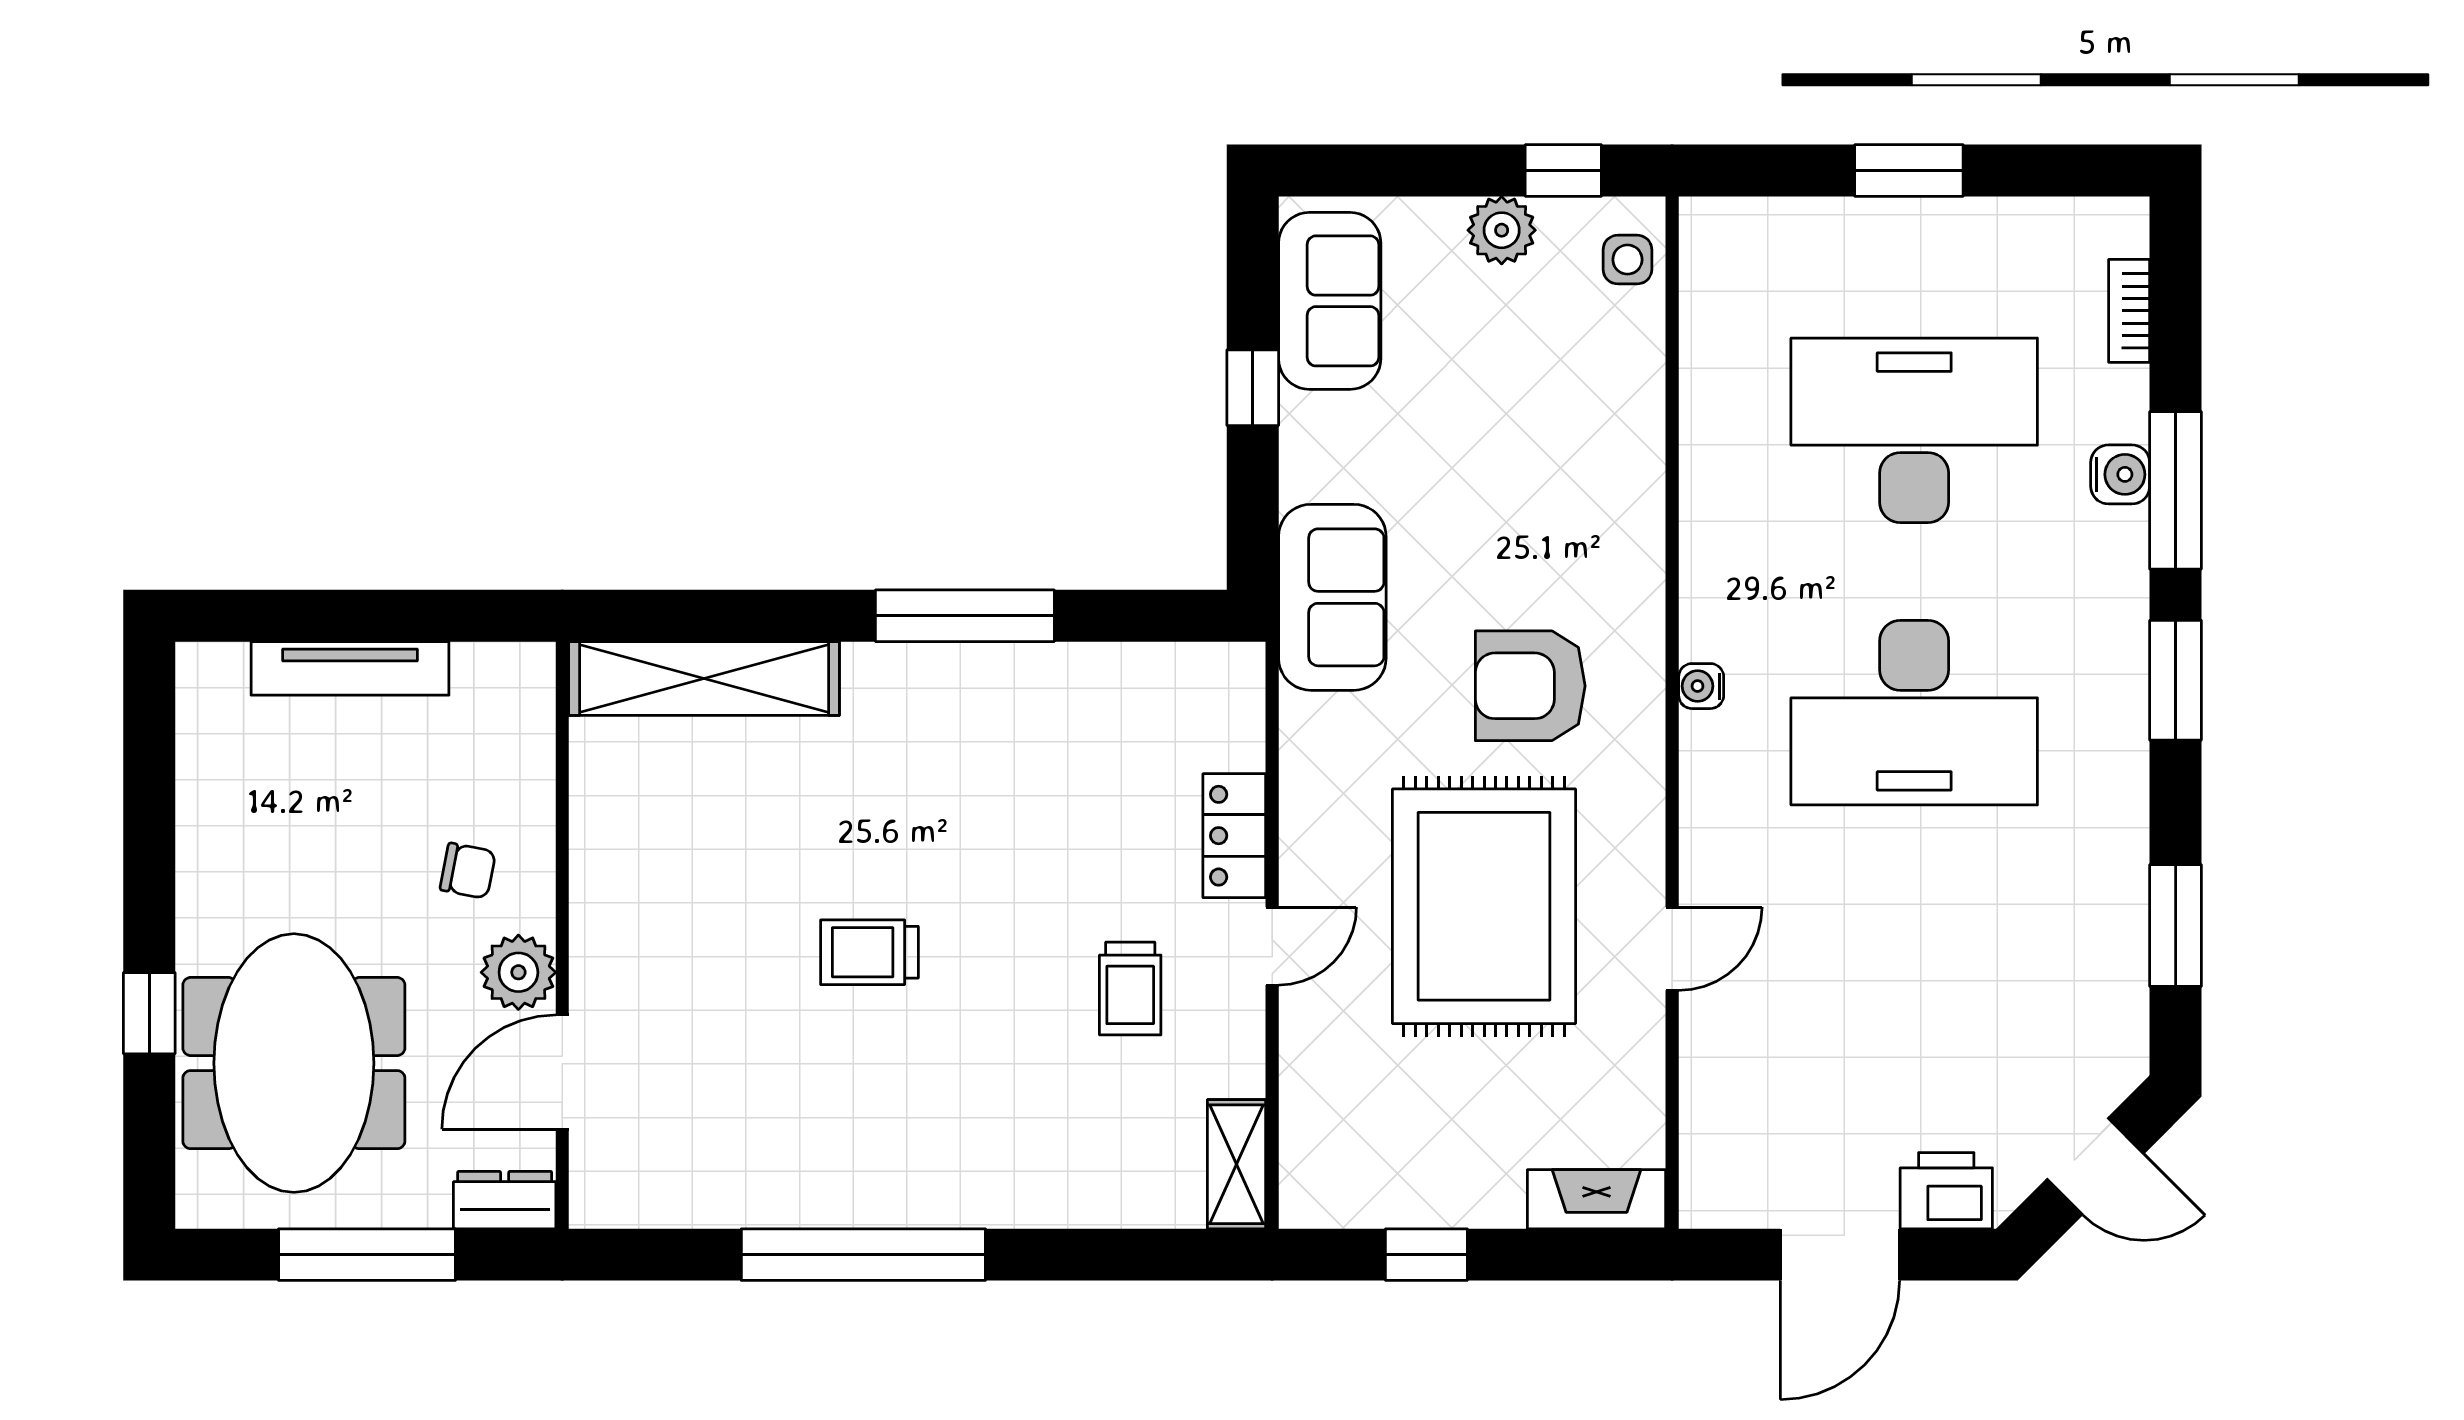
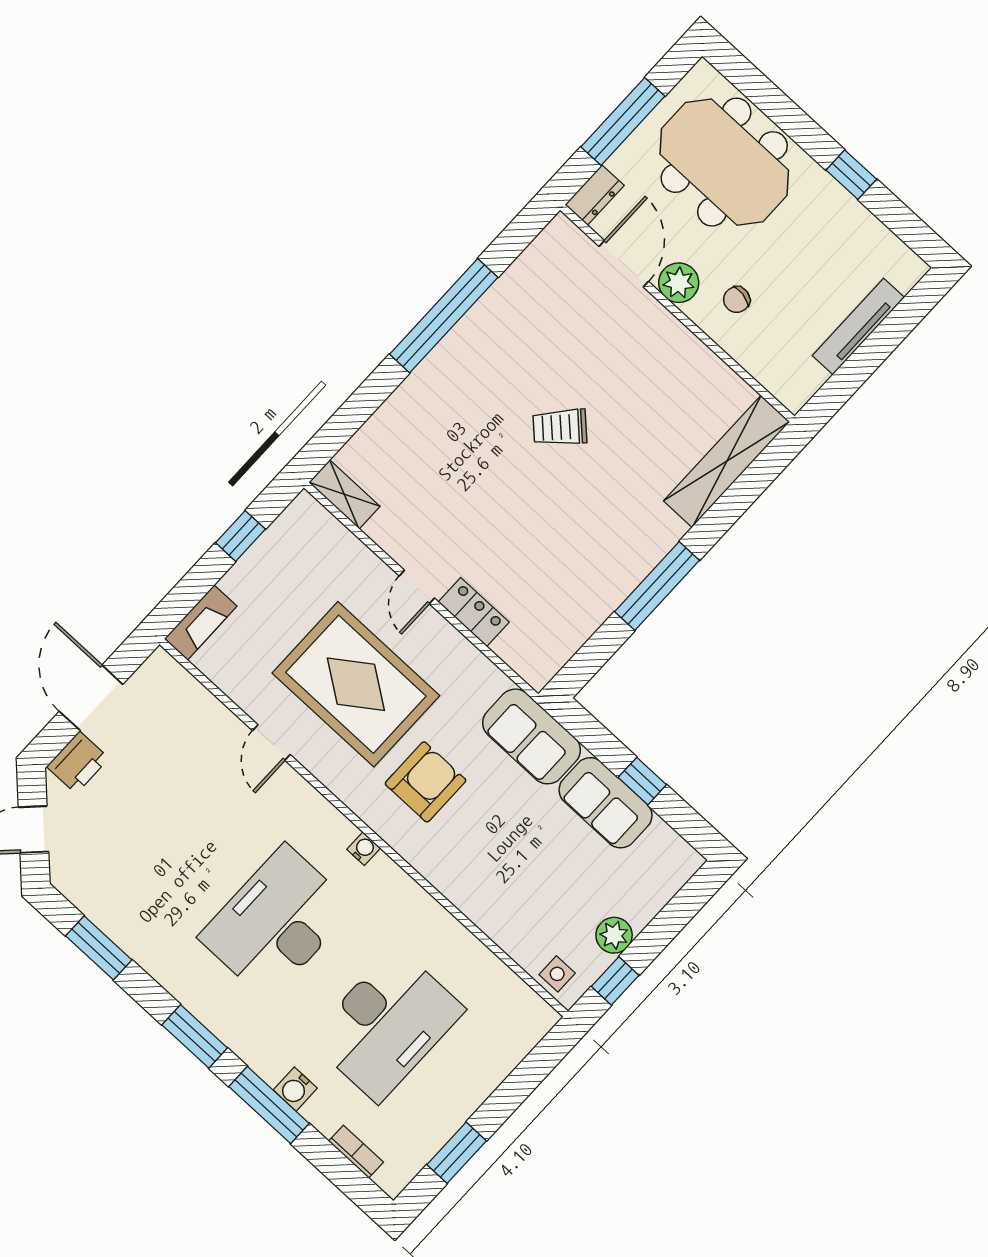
window: (1909, 171) -> (457, 1153), moved
sofa: (1330, 301) -> (606, 803), moved
trolley: (869, 952) -> (560, 427), turned -136
trolley: (1130, 988) -> (451, 516), removed
window: (149, 1013) -> (851, 175), moved

